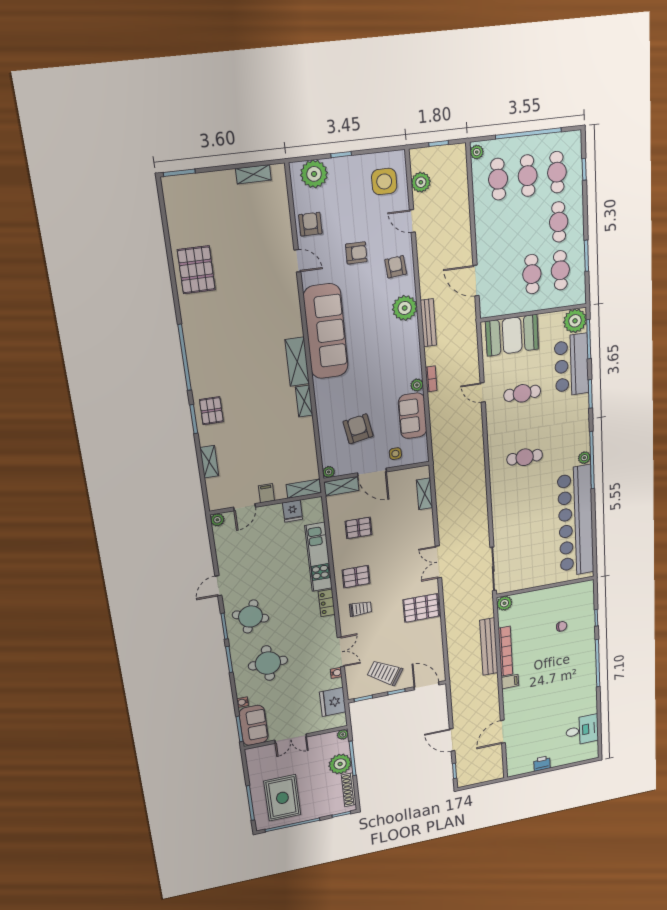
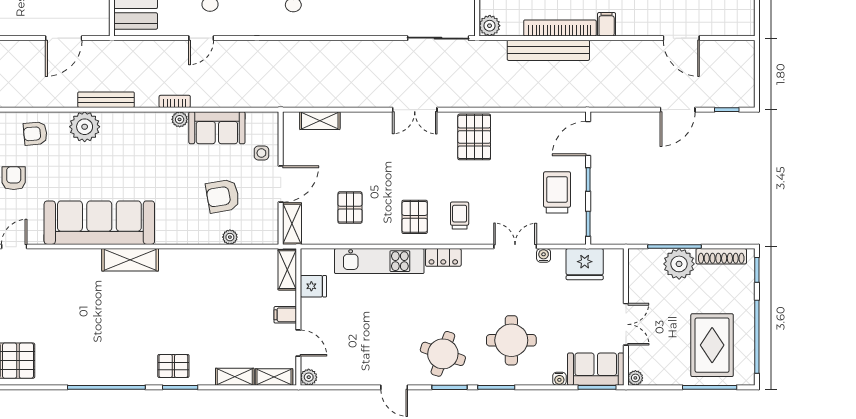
shelving: (304, 401) -> (274, 377), moved
plant: (329, 472) -> (230, 237), moved
trolley: (385, 673) -> (557, 192), turned 149
plant: (343, 734) -> (635, 378), moved
rug: (282, 798) -> (712, 345), turned 90

